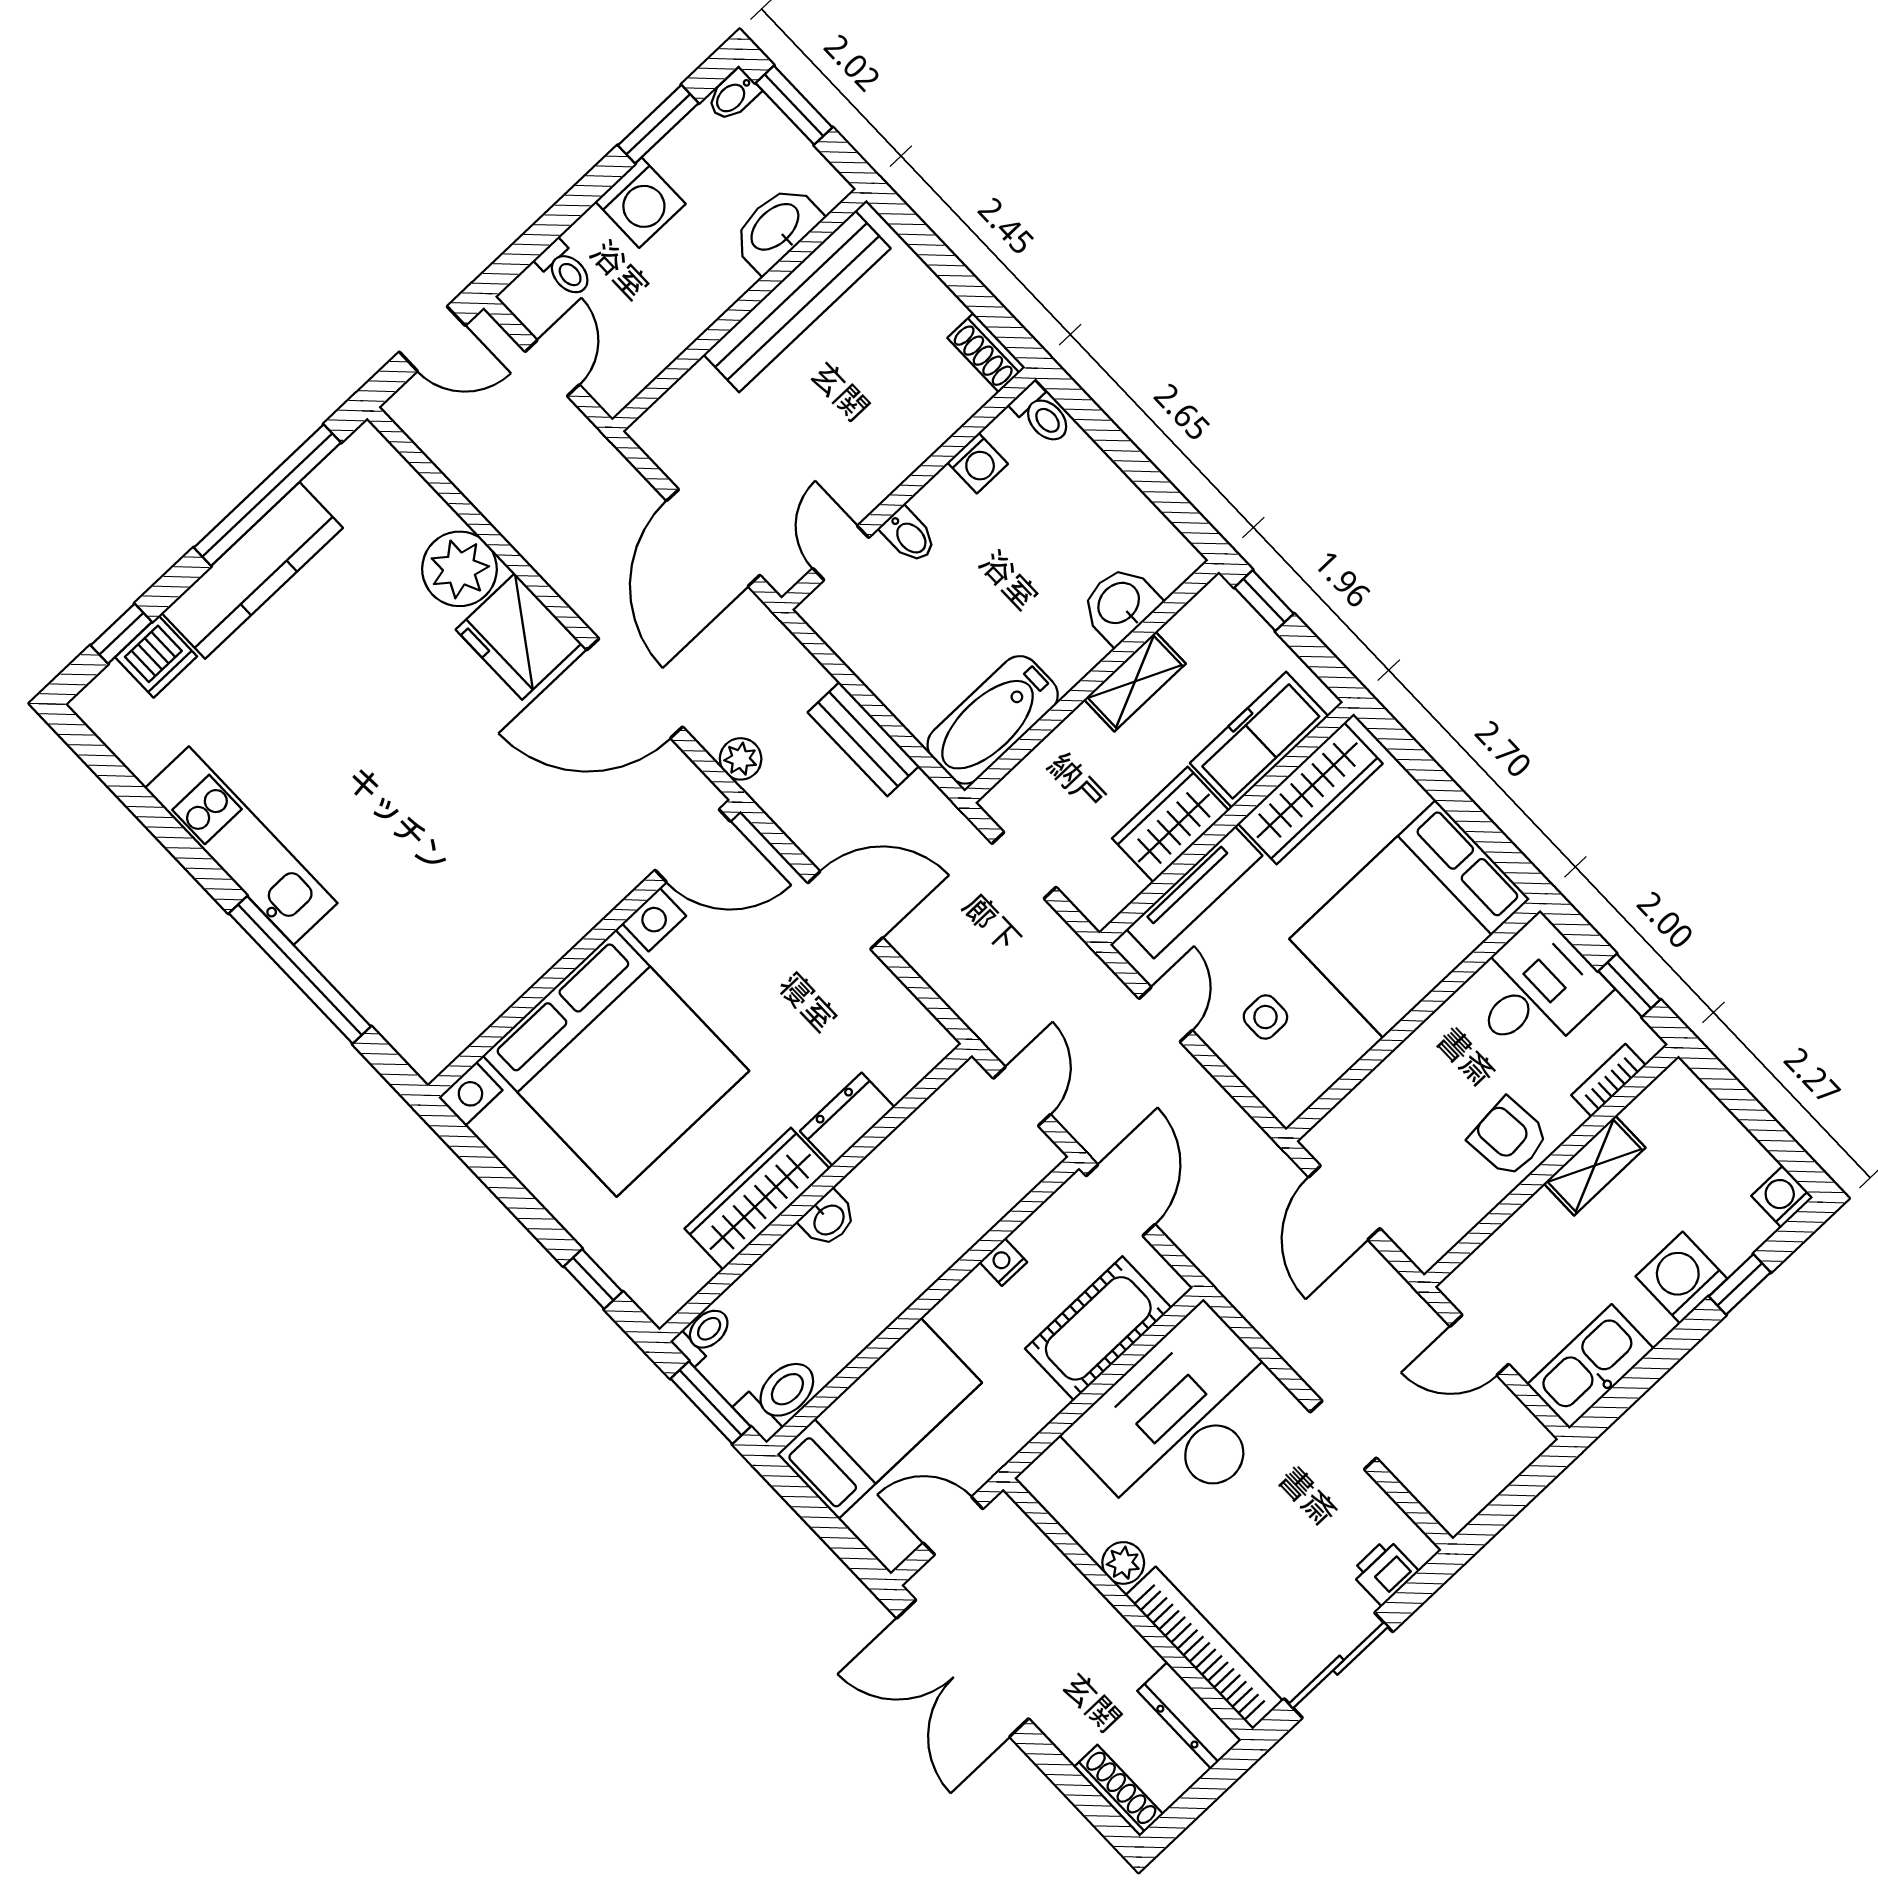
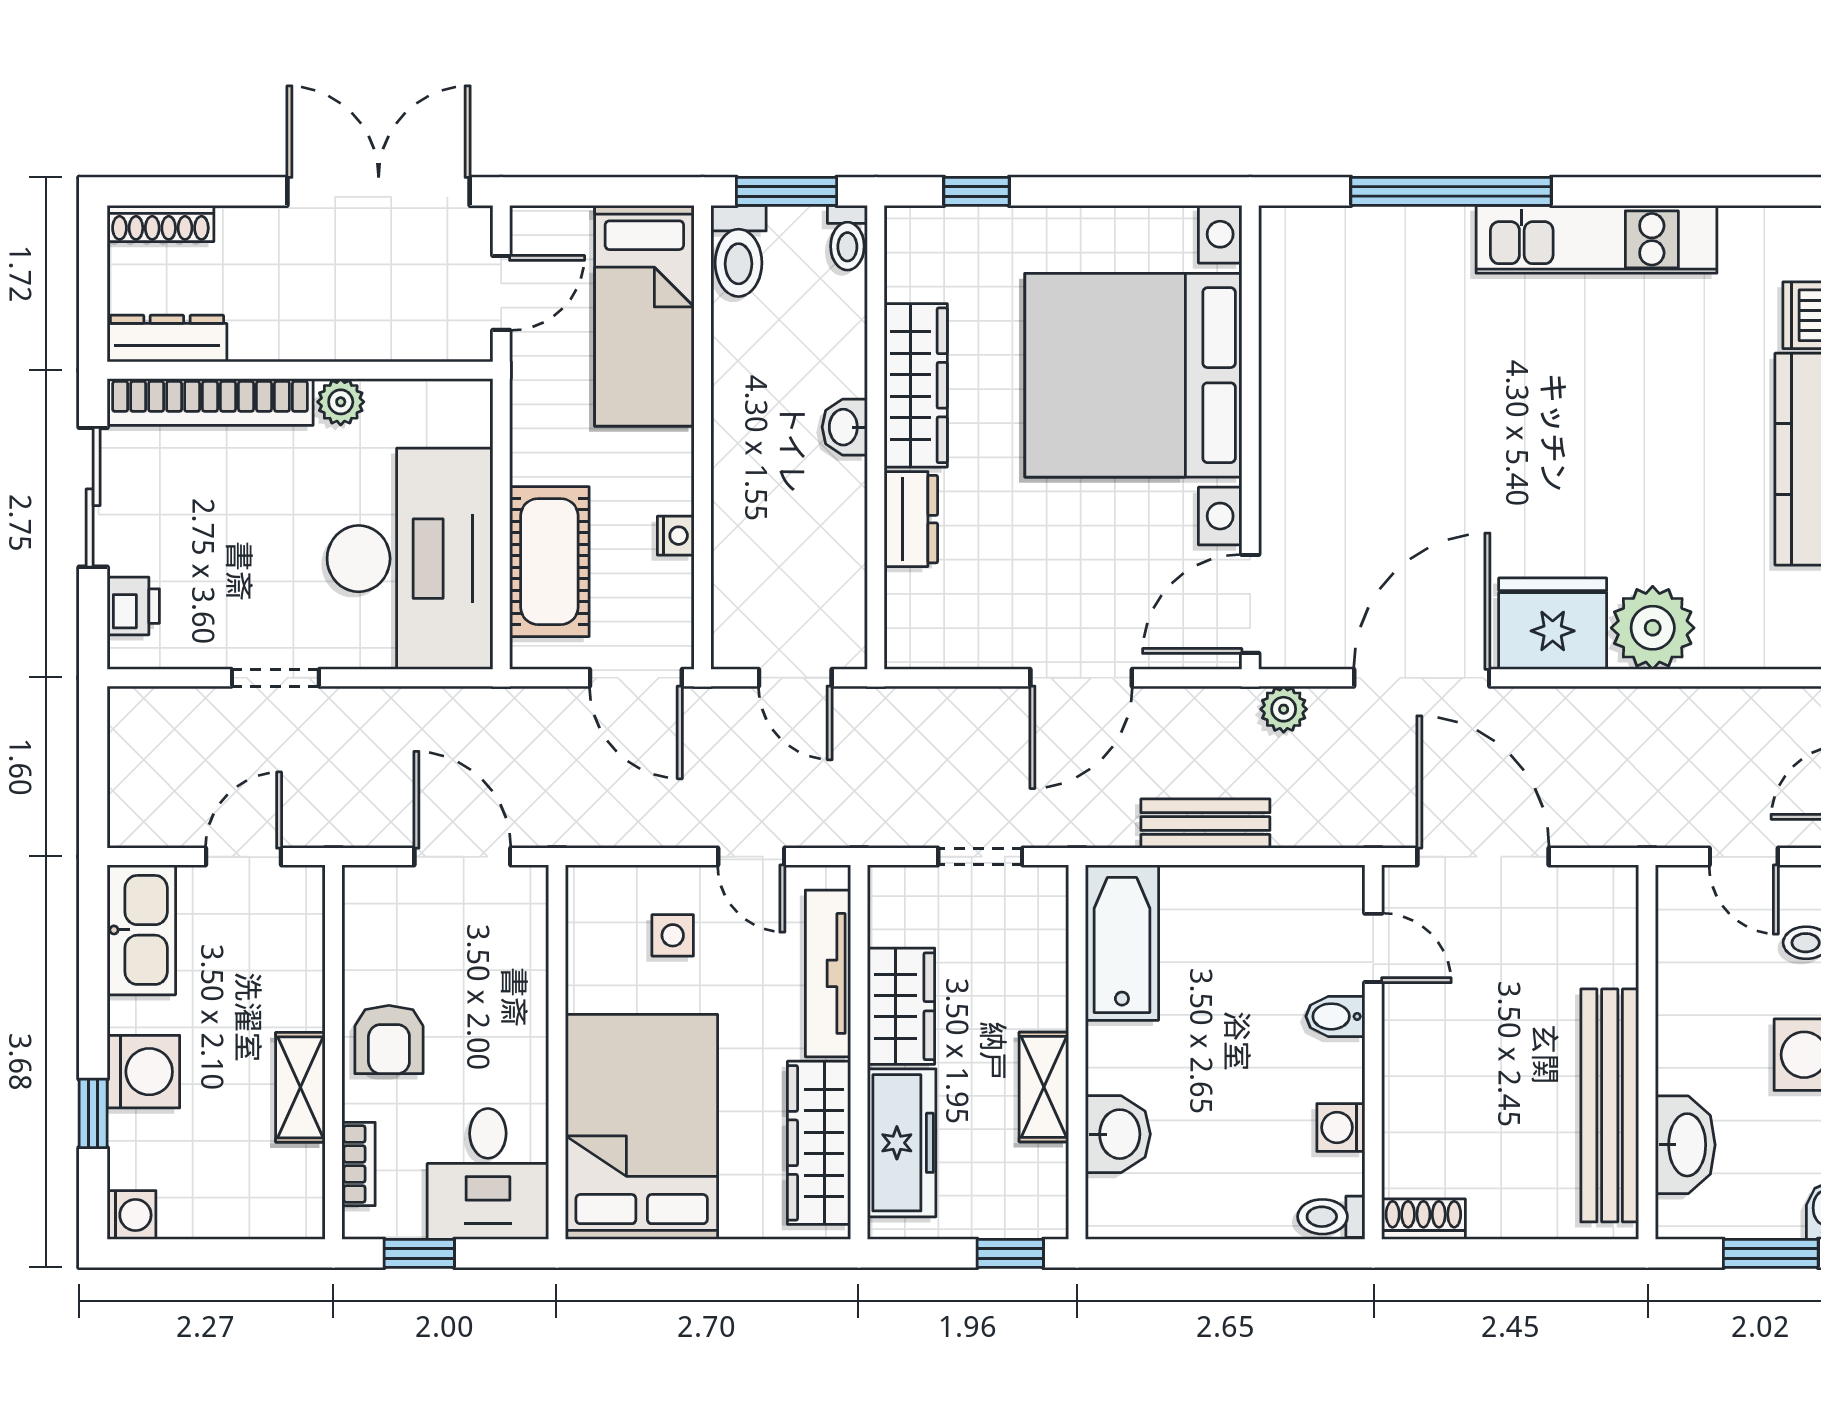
armchair: (1509, 1137) -> (389, 1040), turned 95

